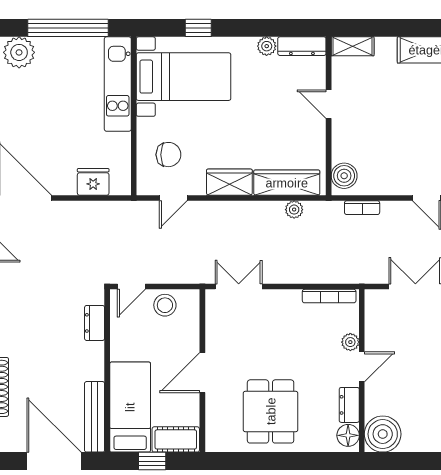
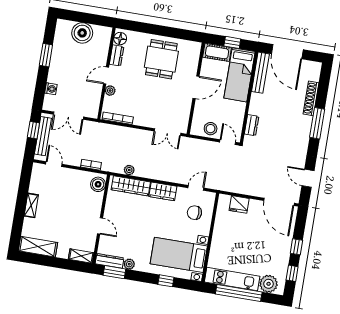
window: (290, 28) -> (114, 272), added
kitchen unit: (118, 84) -> (232, 279), moved, turned -90
door: (131, 287) -> (228, 142), hinge flipped
boiler: (383, 434) -> (82, 33), moved

